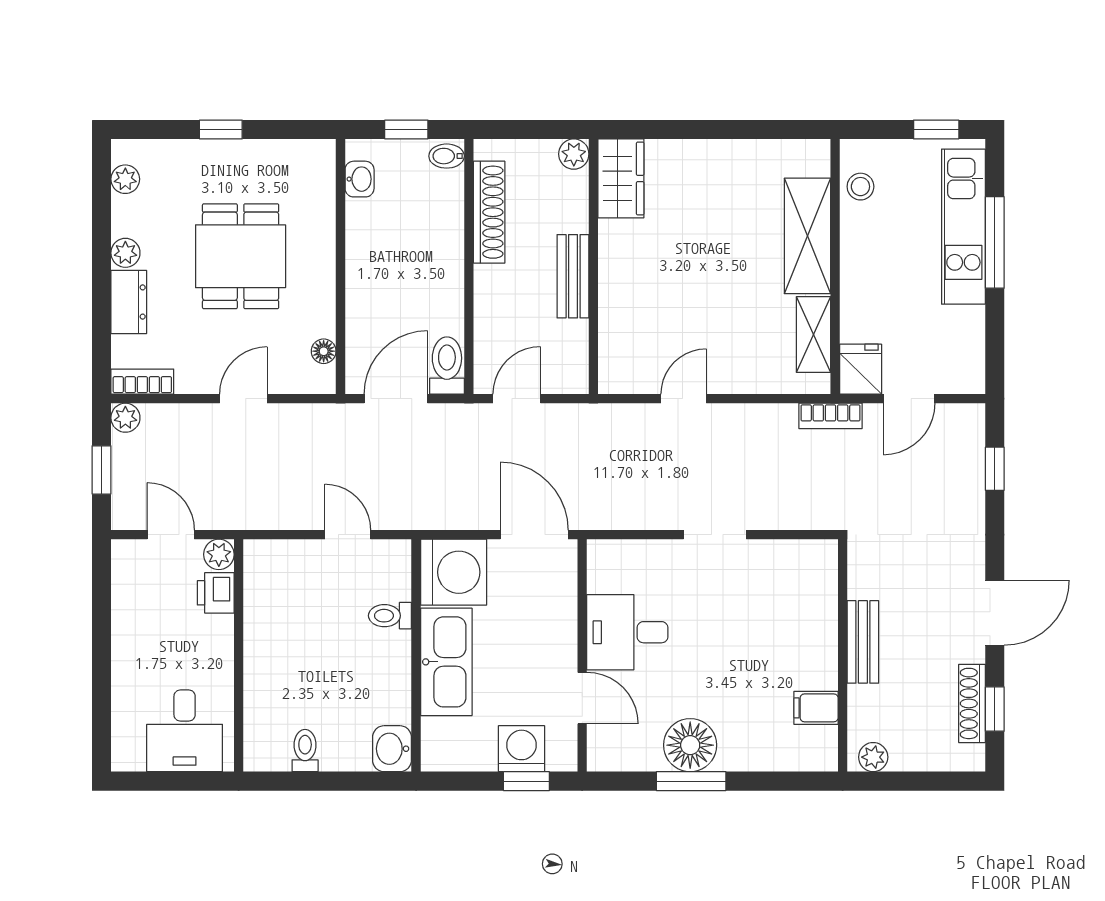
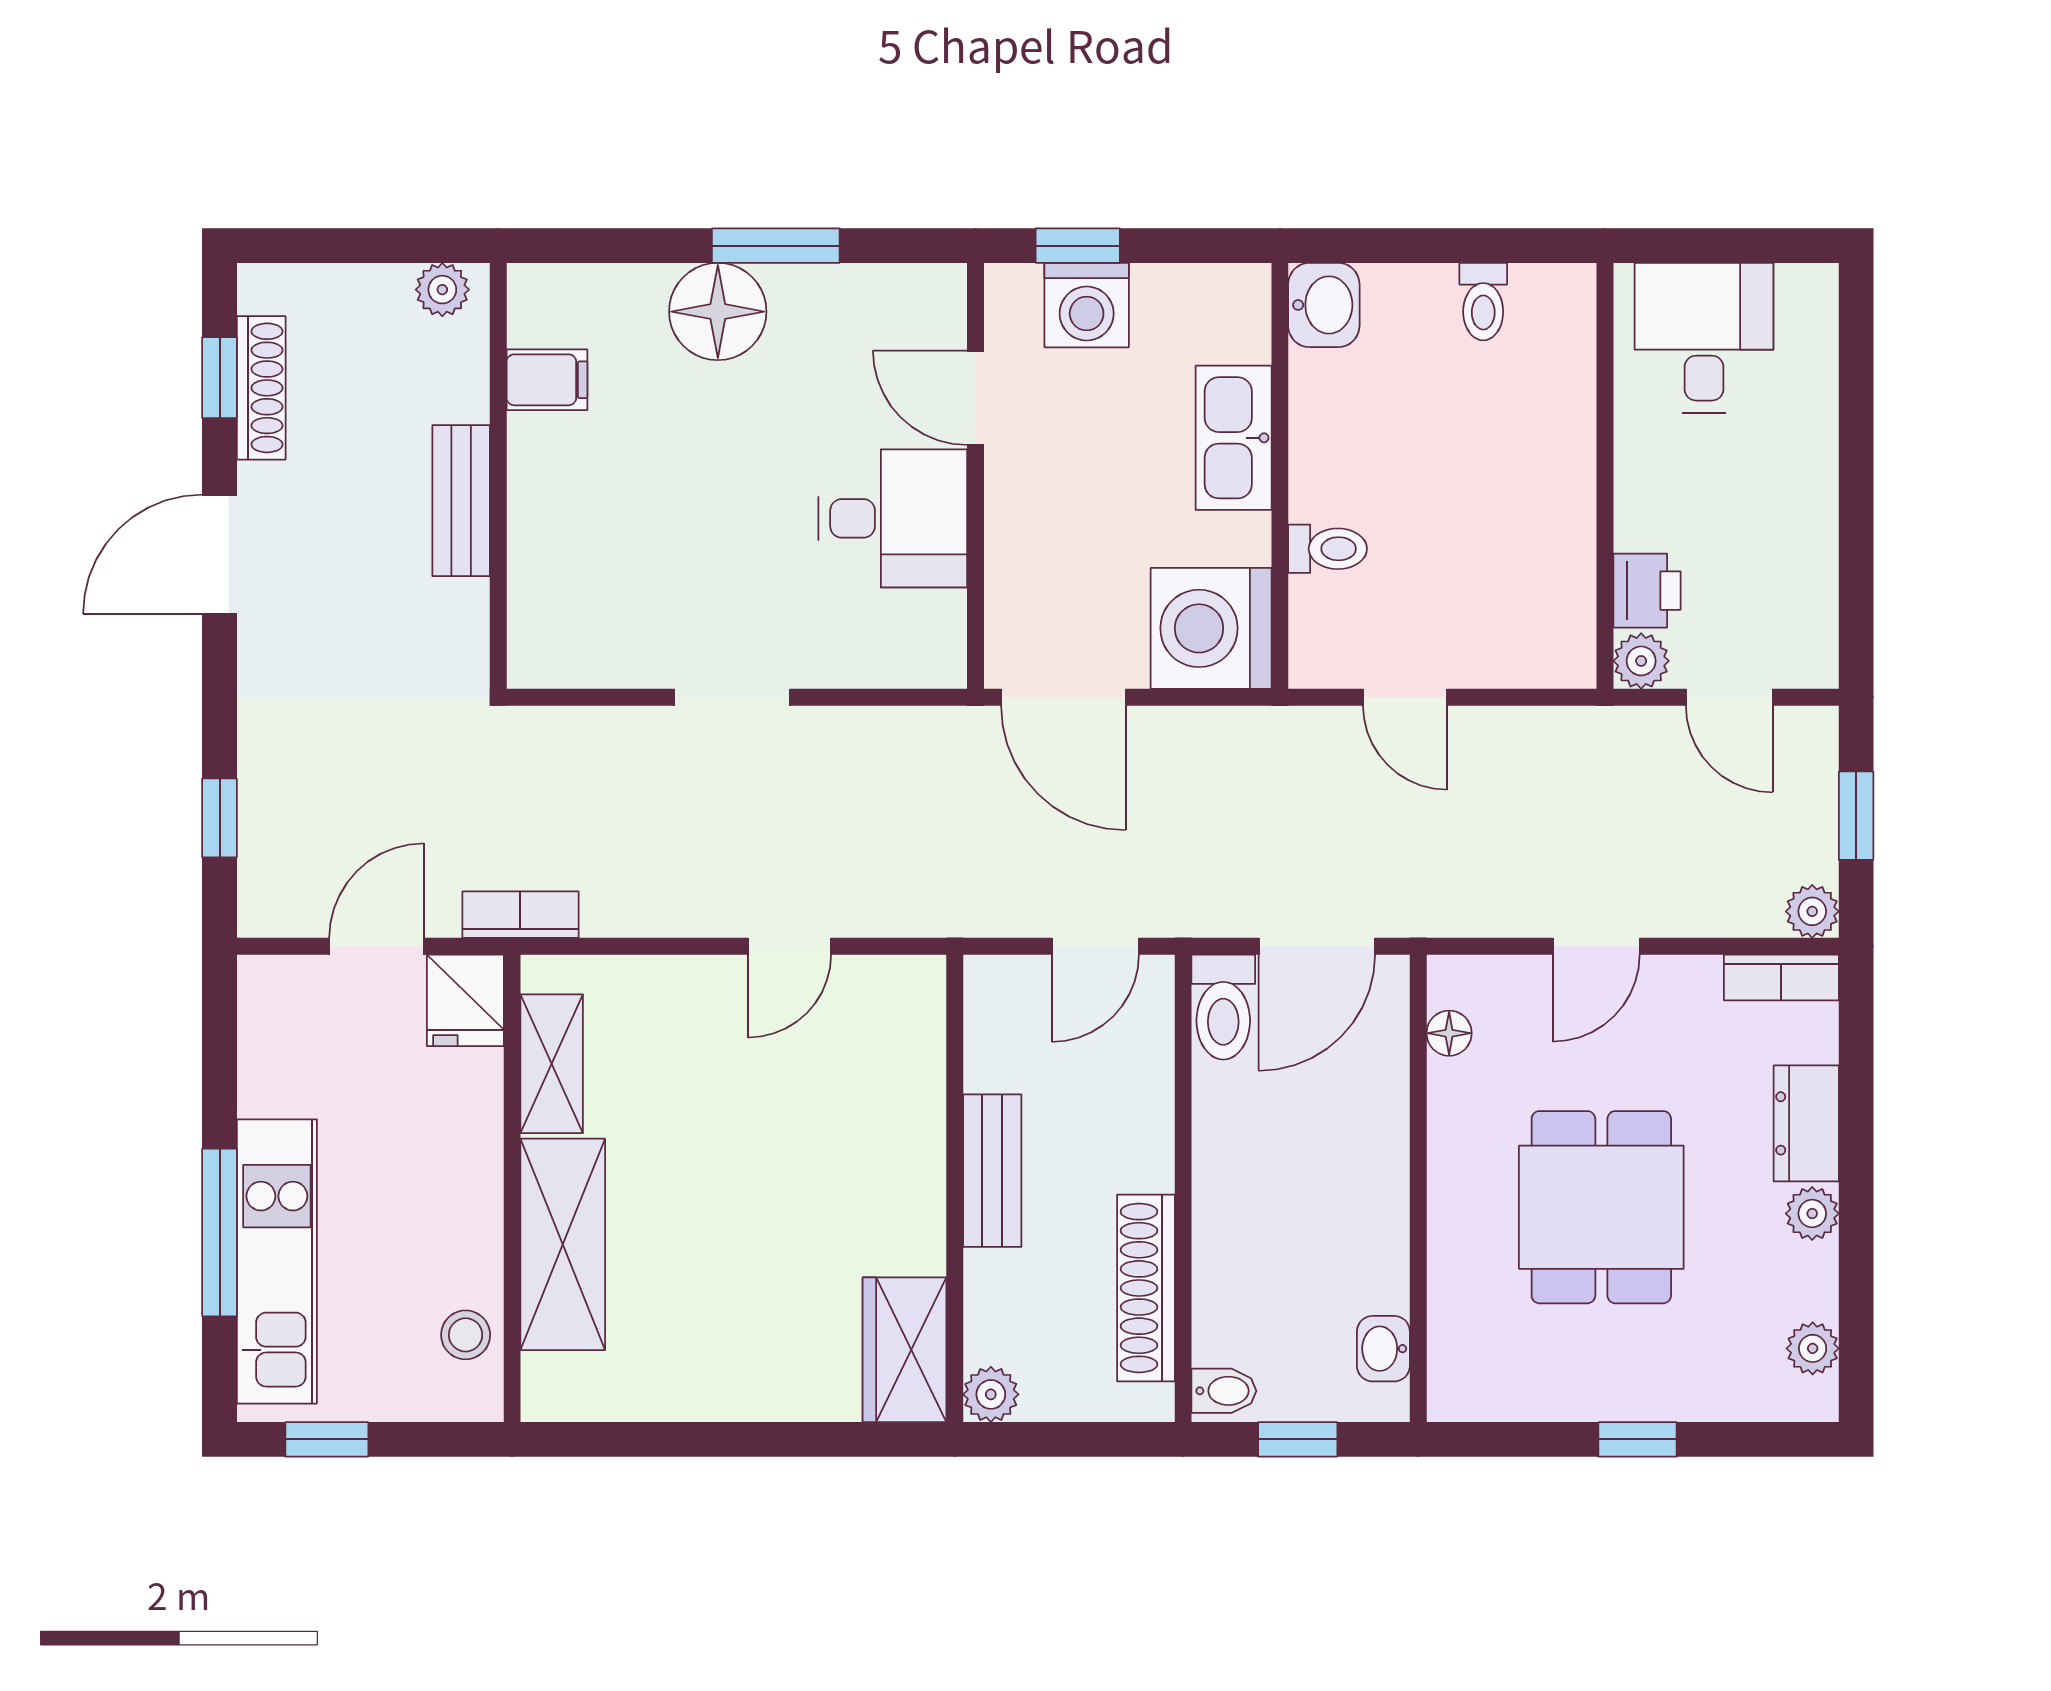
kitchen sink: (446, 662) -> (1234, 438), width x0.73, depth x0.81
floor lamp: (690, 745) -> (718, 312), moved

